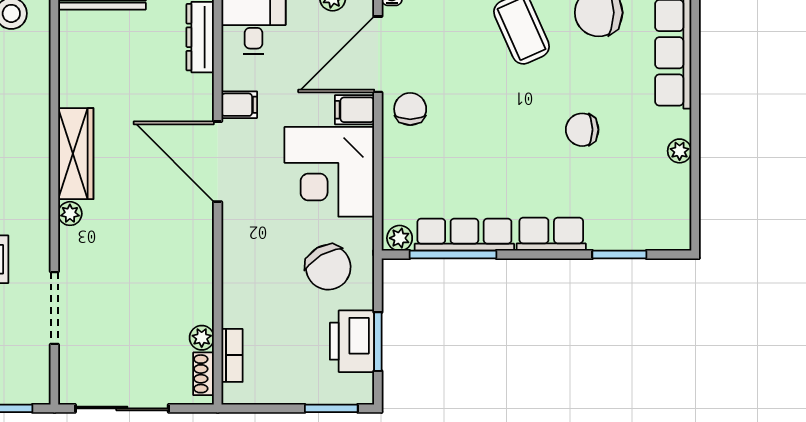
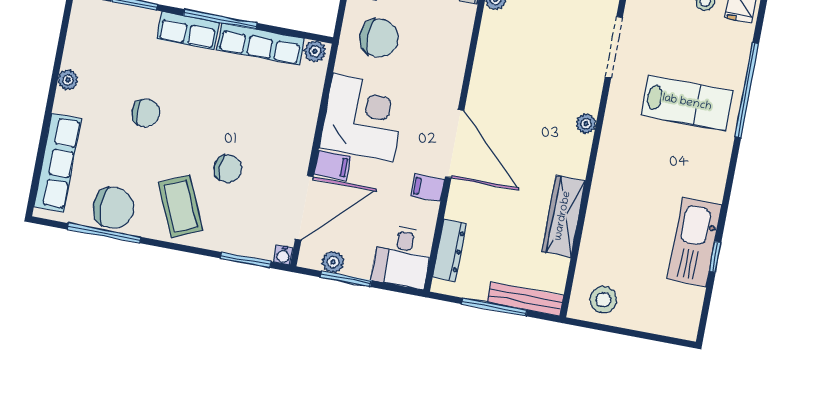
chair: (410, 109) -> (228, 169), moved, turned -90
wardrobe: (76, 154) -> (563, 216), moved
window: (453, 254) -> (220, 19), moved
chair: (328, 267) -> (379, 38), turned 120

